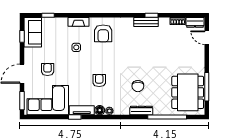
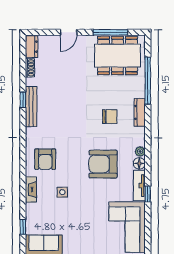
bench: (146, 22) -> (31, 107), width x1.36
armchair: (103, 33) -> (45, 159), turned 90
door: (207, 38) -> (69, 32), moved
armchair: (48, 70) -> (89, 227), removed
armchair: (99, 81) -> (103, 164), width x1.88, depth x1.88

